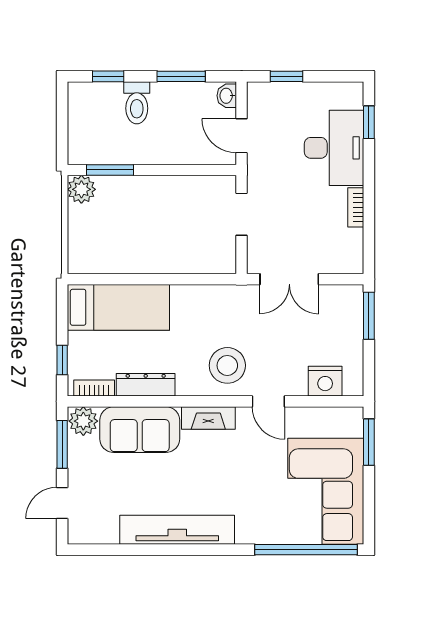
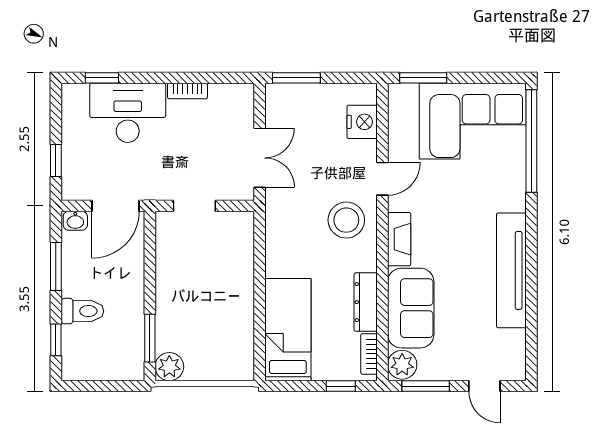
door: (242, 136) -> (115, 206), width x1.38

